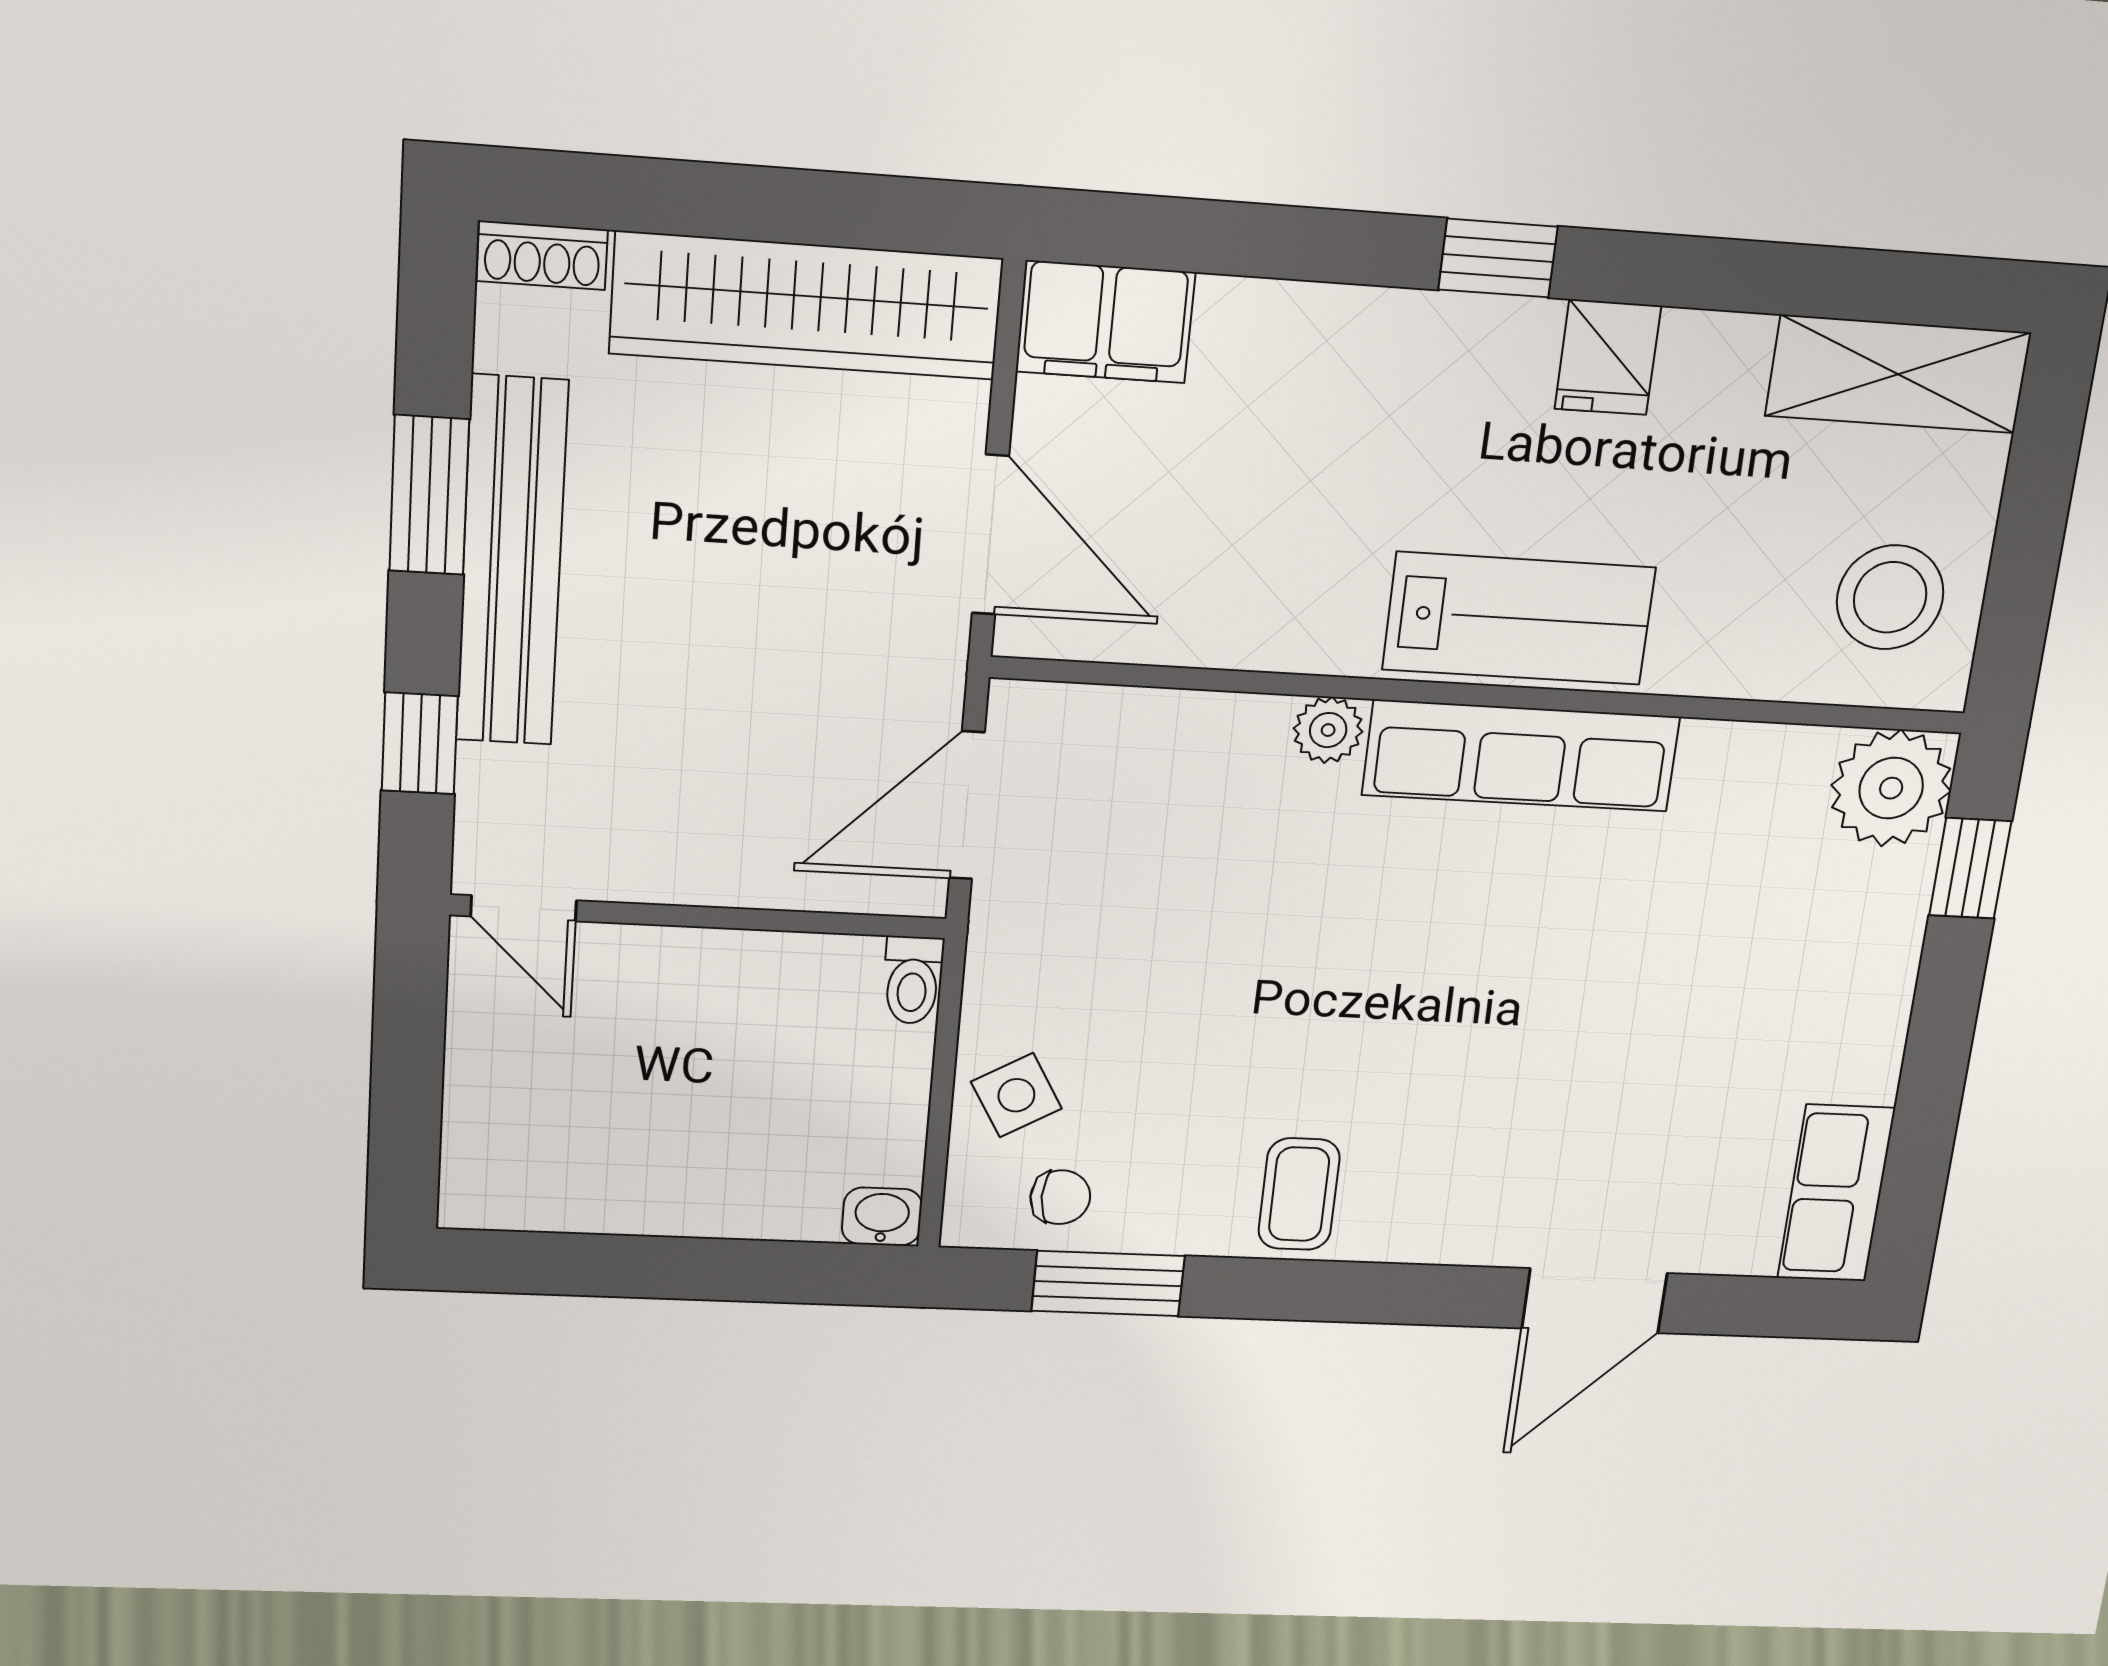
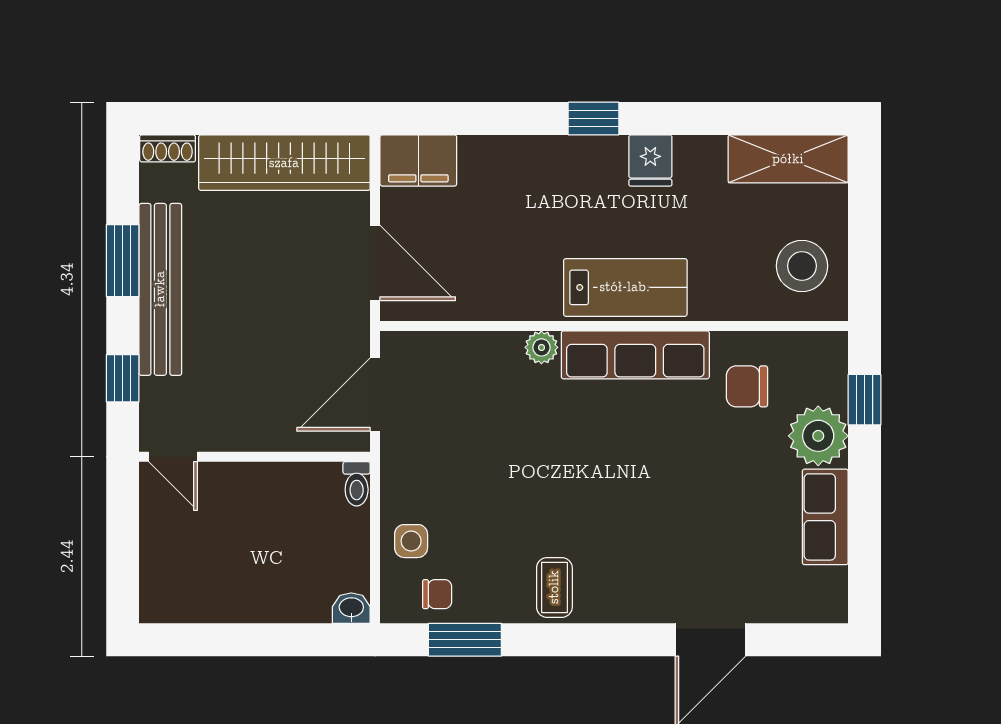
plant: (1891, 788) -> (818, 436), moved
chair: (1740, 830) -> (747, 386), added
side table: (1016, 1095) -> (411, 541), turned 30
row of seats: (1836, 1193) -> (825, 517), moved

